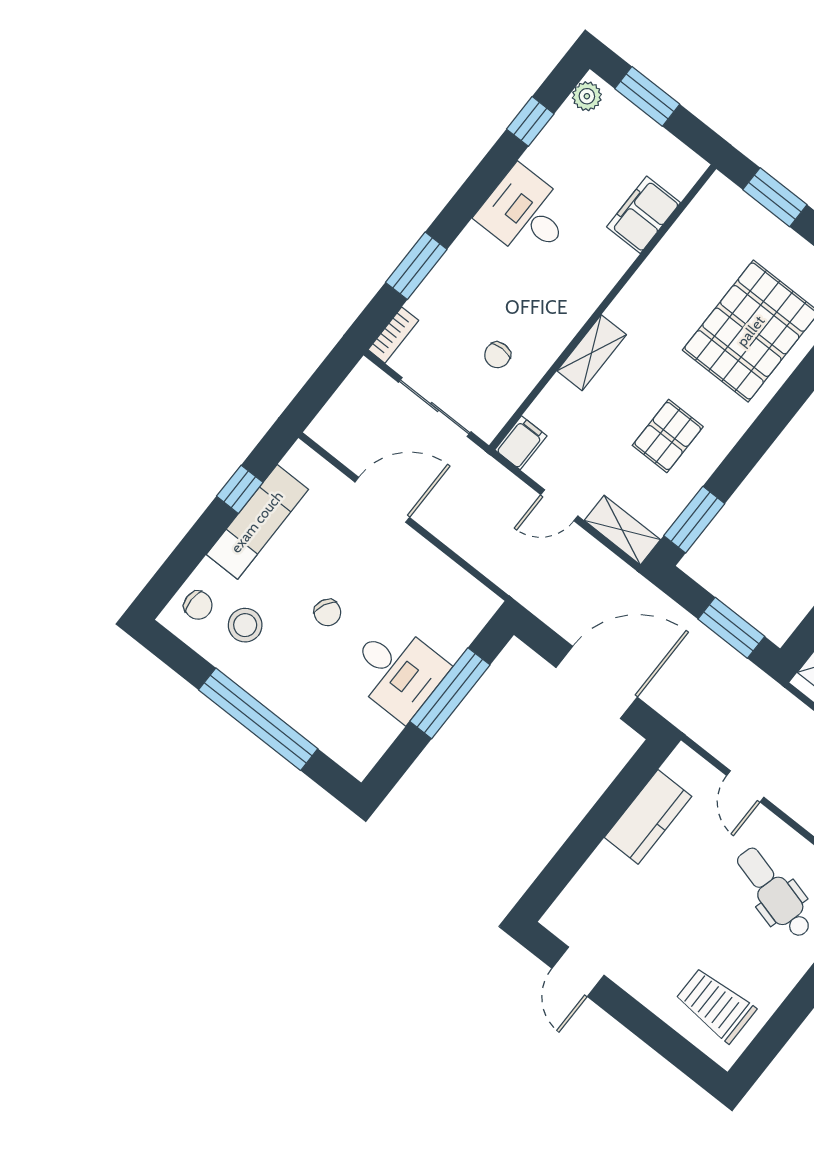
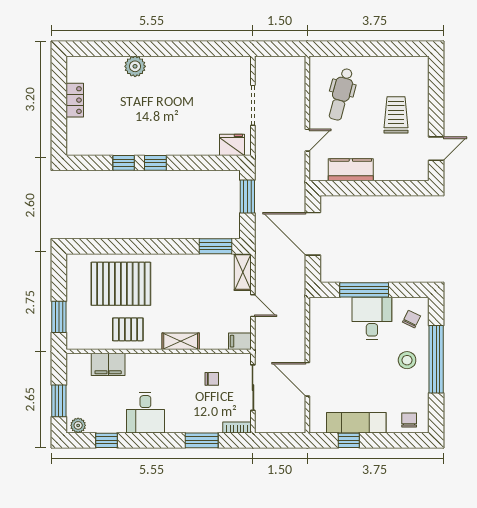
pallet: (668, 436) -> (128, 329), moved
chair: (328, 613) -> (411, 319), moved
stool: (245, 625) -> (407, 360), moved
trolley: (716, 1005) -> (396, 115), moved, turned 180

